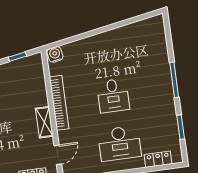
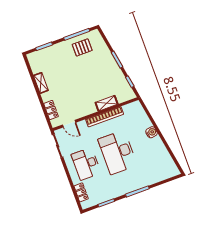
water cooler: (55, 54) -> (151, 132), moved
desk: (113, 96) -> (118, 152), width x1.87, depth x1.30
shelving: (44, 122) -> (107, 103), moved

